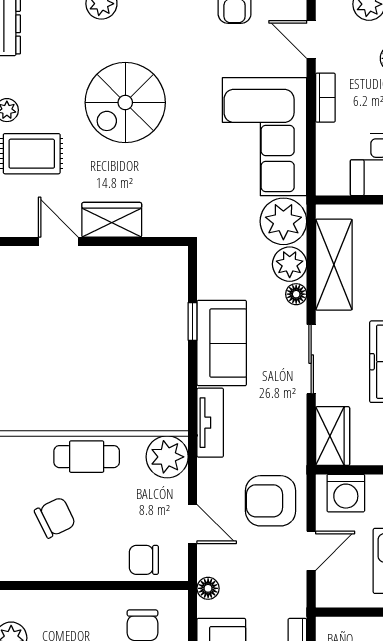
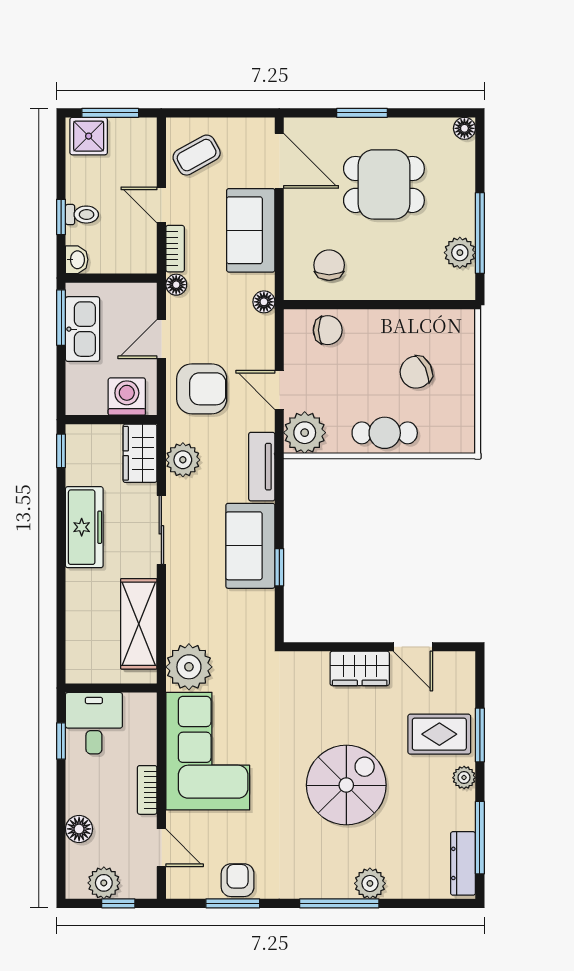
plant: (290, 264) -> (183, 460), moved
floor lamp: (296, 294) -> (176, 285), moved
door: (193, 524) -> (279, 390), moved

